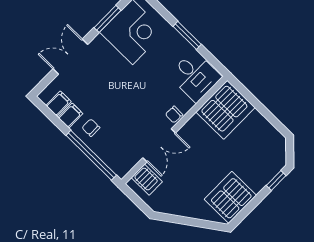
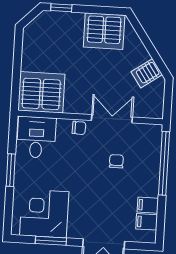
chair: (91, 128) -> (116, 161), moved, turned 180
server rack: (147, 180) -> (147, 73), moved, turned -125

